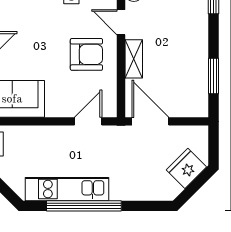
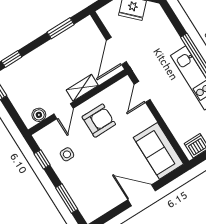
armchair: (86, 54) -> (99, 121), turned 90
door: (88, 121) -> (142, 92), hinge flipped

